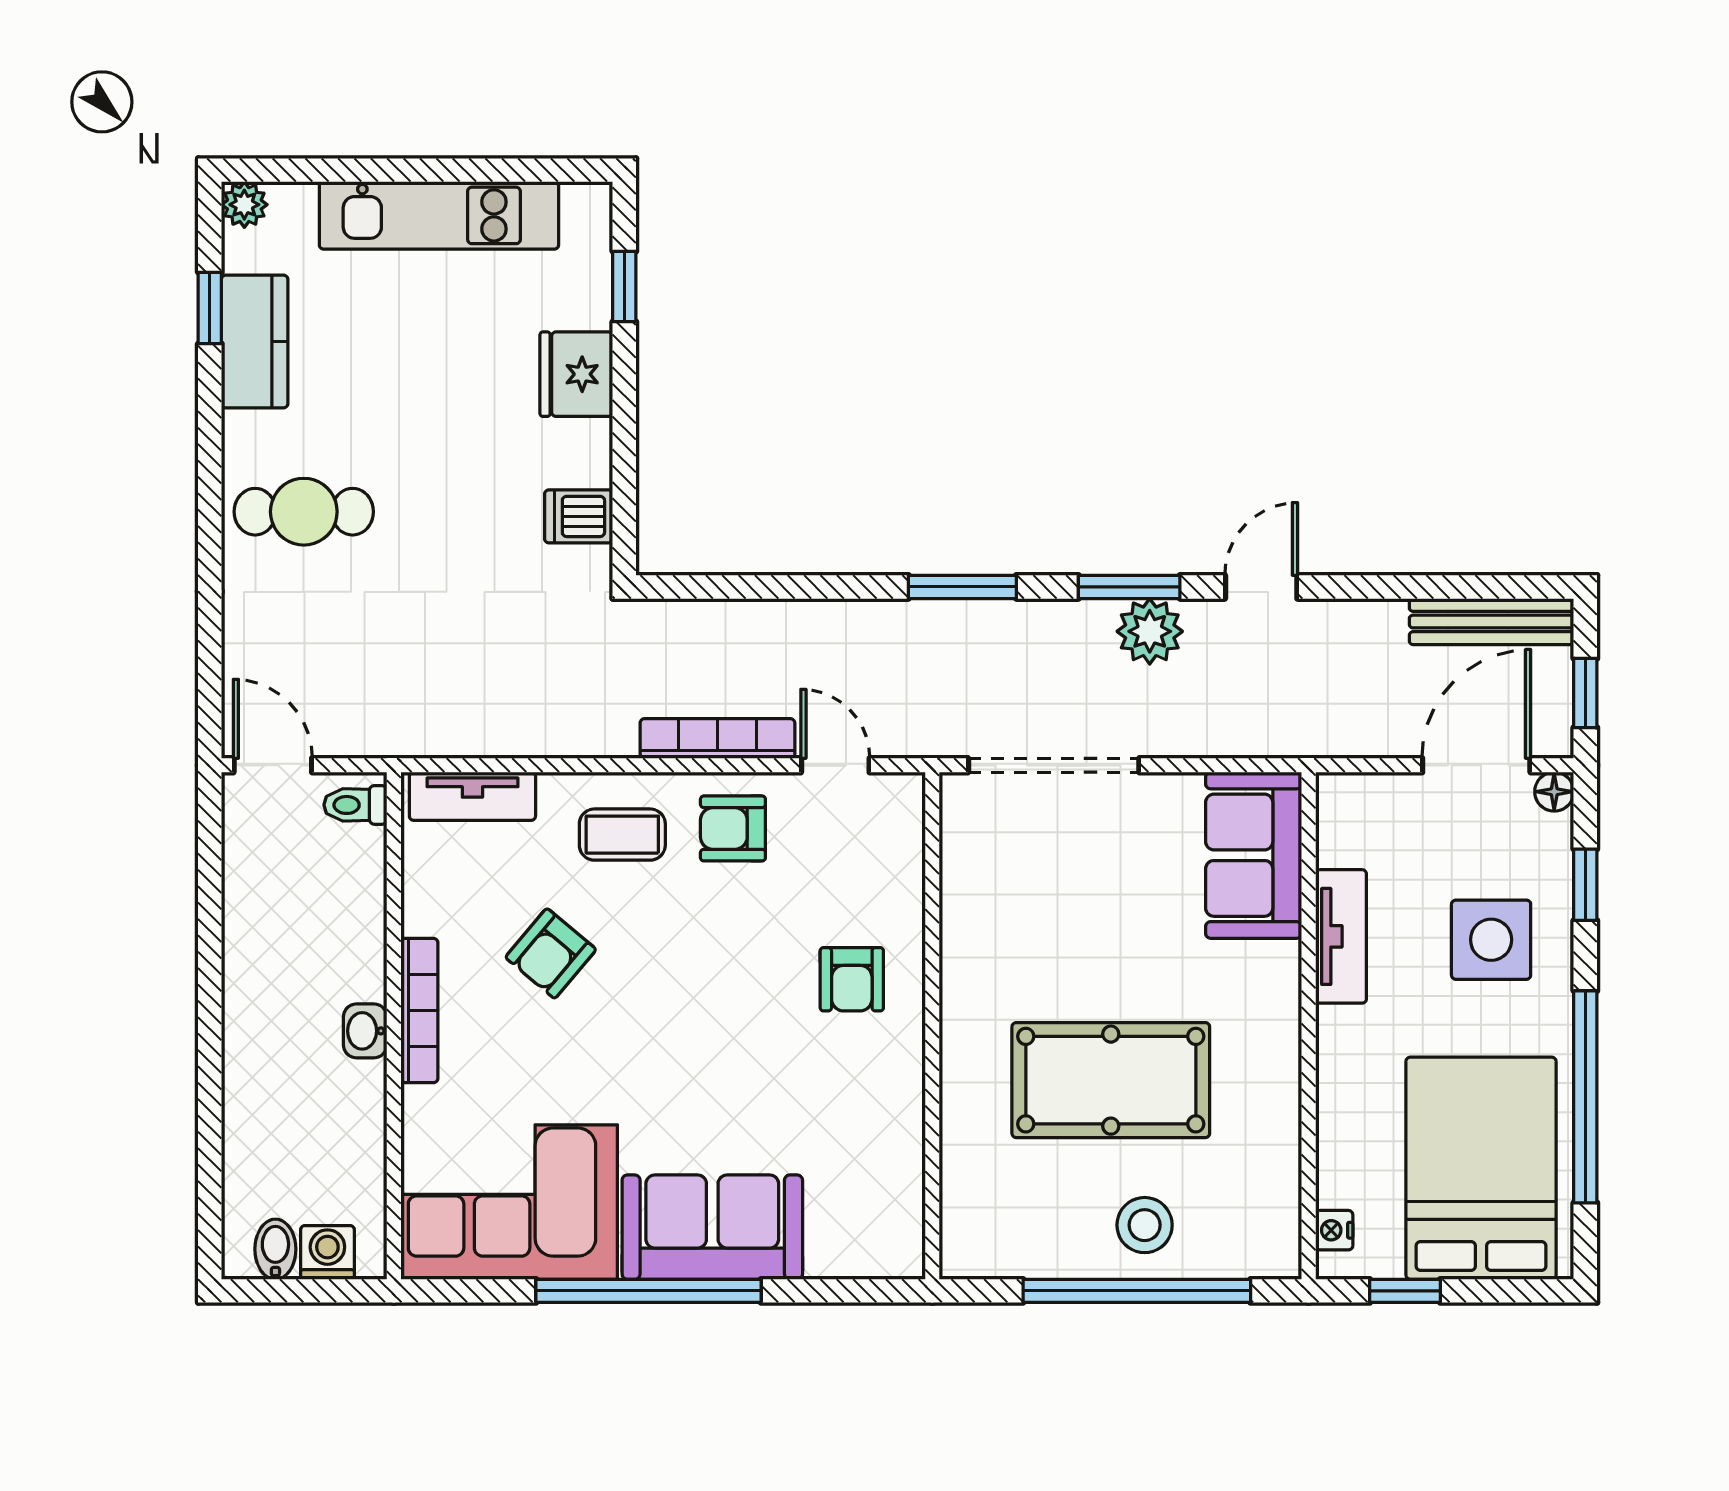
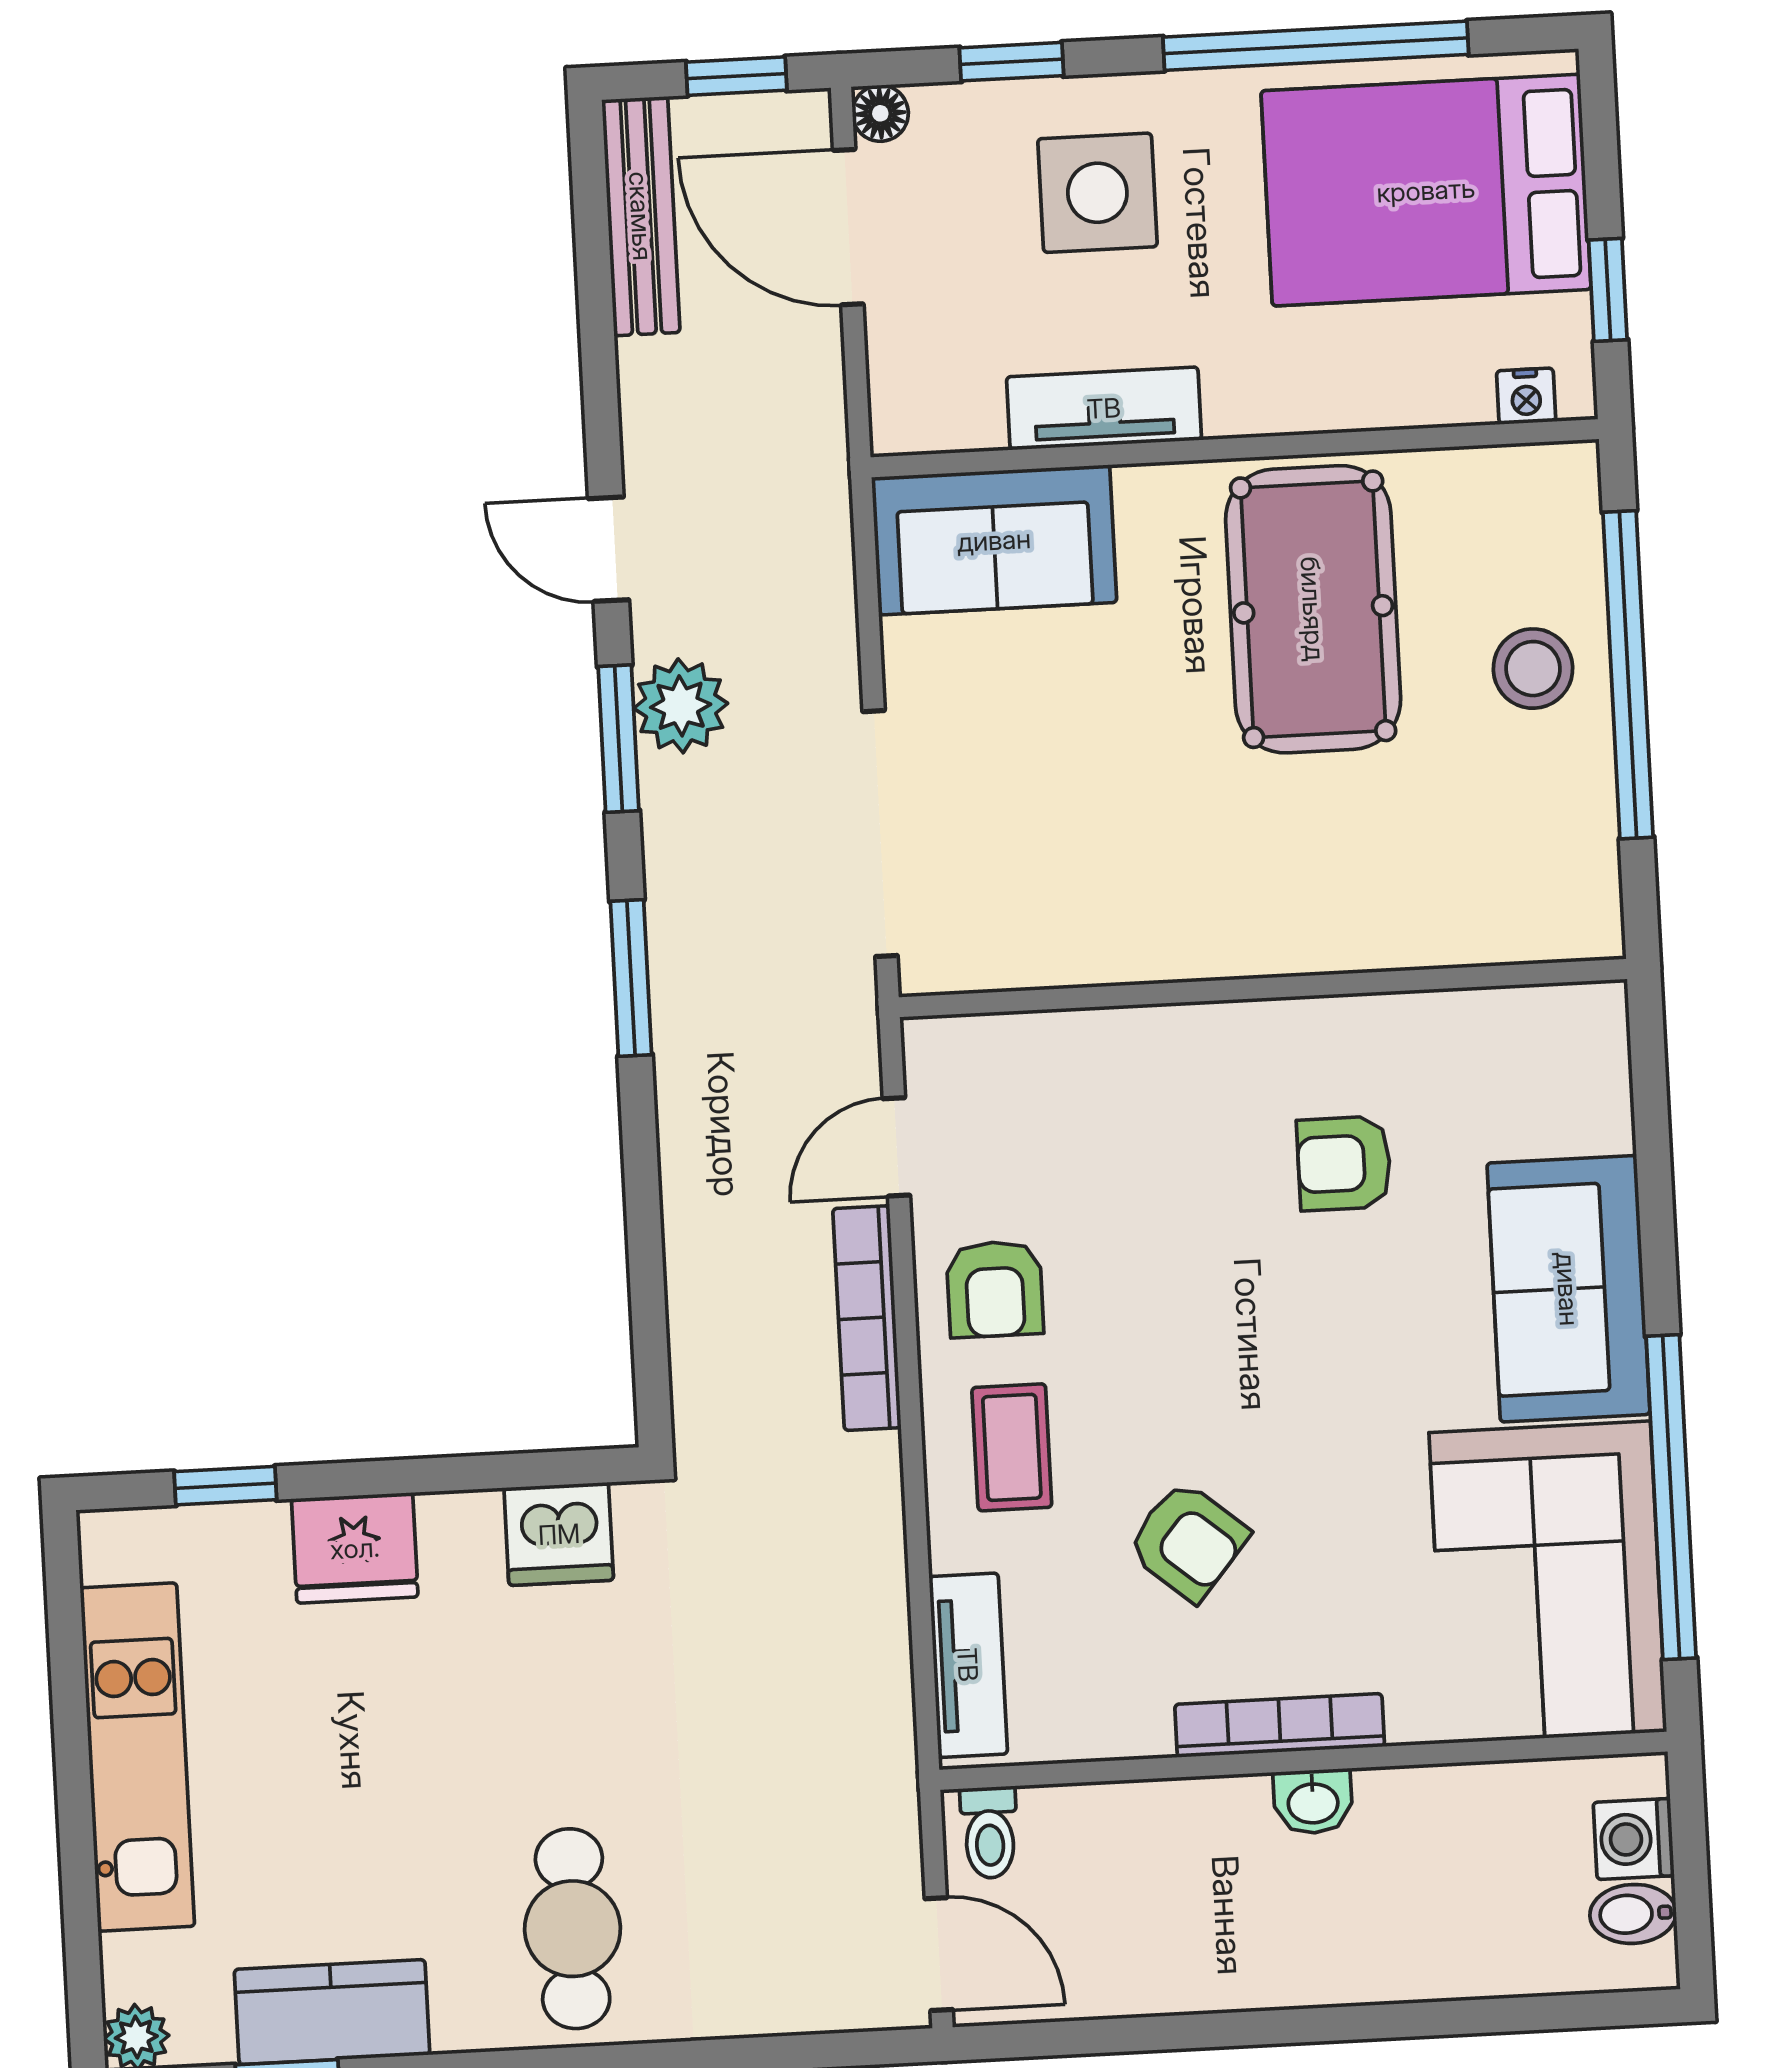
dishwasher: (579, 516) -> (559, 1534), width x1.38
door: (273, 765) -> (939, 1954), swing flipped
armchair: (852, 979) -> (1344, 1163), moved, turned 180
pool table: (1111, 1080) -> (1313, 609), moved
window: (649, 1291) -> (1671, 1497), moved

